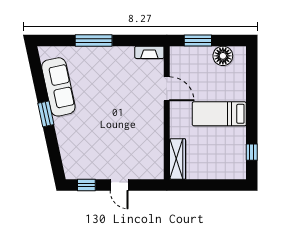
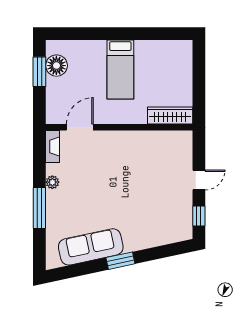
window: (198, 40) -> (39, 72), moved
plant: (117, 52) -> (52, 182), added
door: (167, 89) -> (80, 127), moved
window: (252, 152) -> (163, 34), removed

